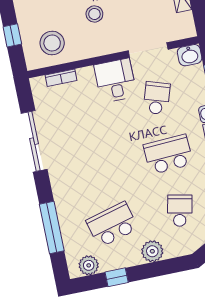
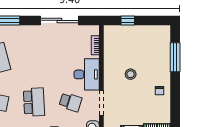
stool: (52, 43) -> (118, 44), removed
desk: (115, 80) -> (87, 74), width x1.37

